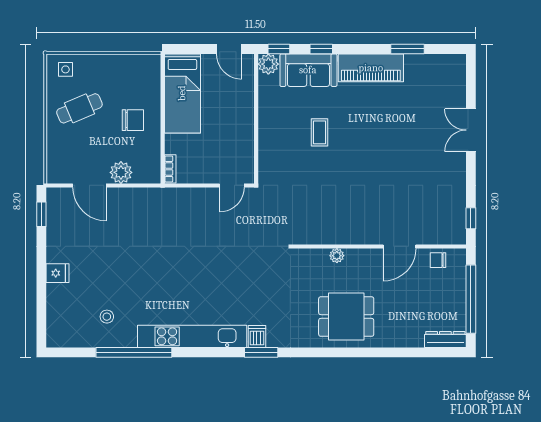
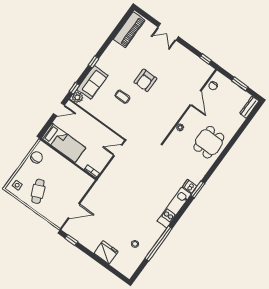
window: (321, 49) -> (93, 62), moved
window: (408, 49) -> (114, 34), removed
piano: (371, 68) -> (129, 30), moved
chair: (133, 120) -> (37, 157), moved
armchair: (370, 150) -> (145, 80), added
plant: (121, 172) -> (78, 193), removed
door: (232, 185) -> (118, 150), swing flipped
fridge: (58, 273) -> (106, 252), width x1.88, depth x1.34
window: (471, 299) -> (240, 84), width x0.47
kitchen unit: (192, 336) -> (174, 208), width x0.73

